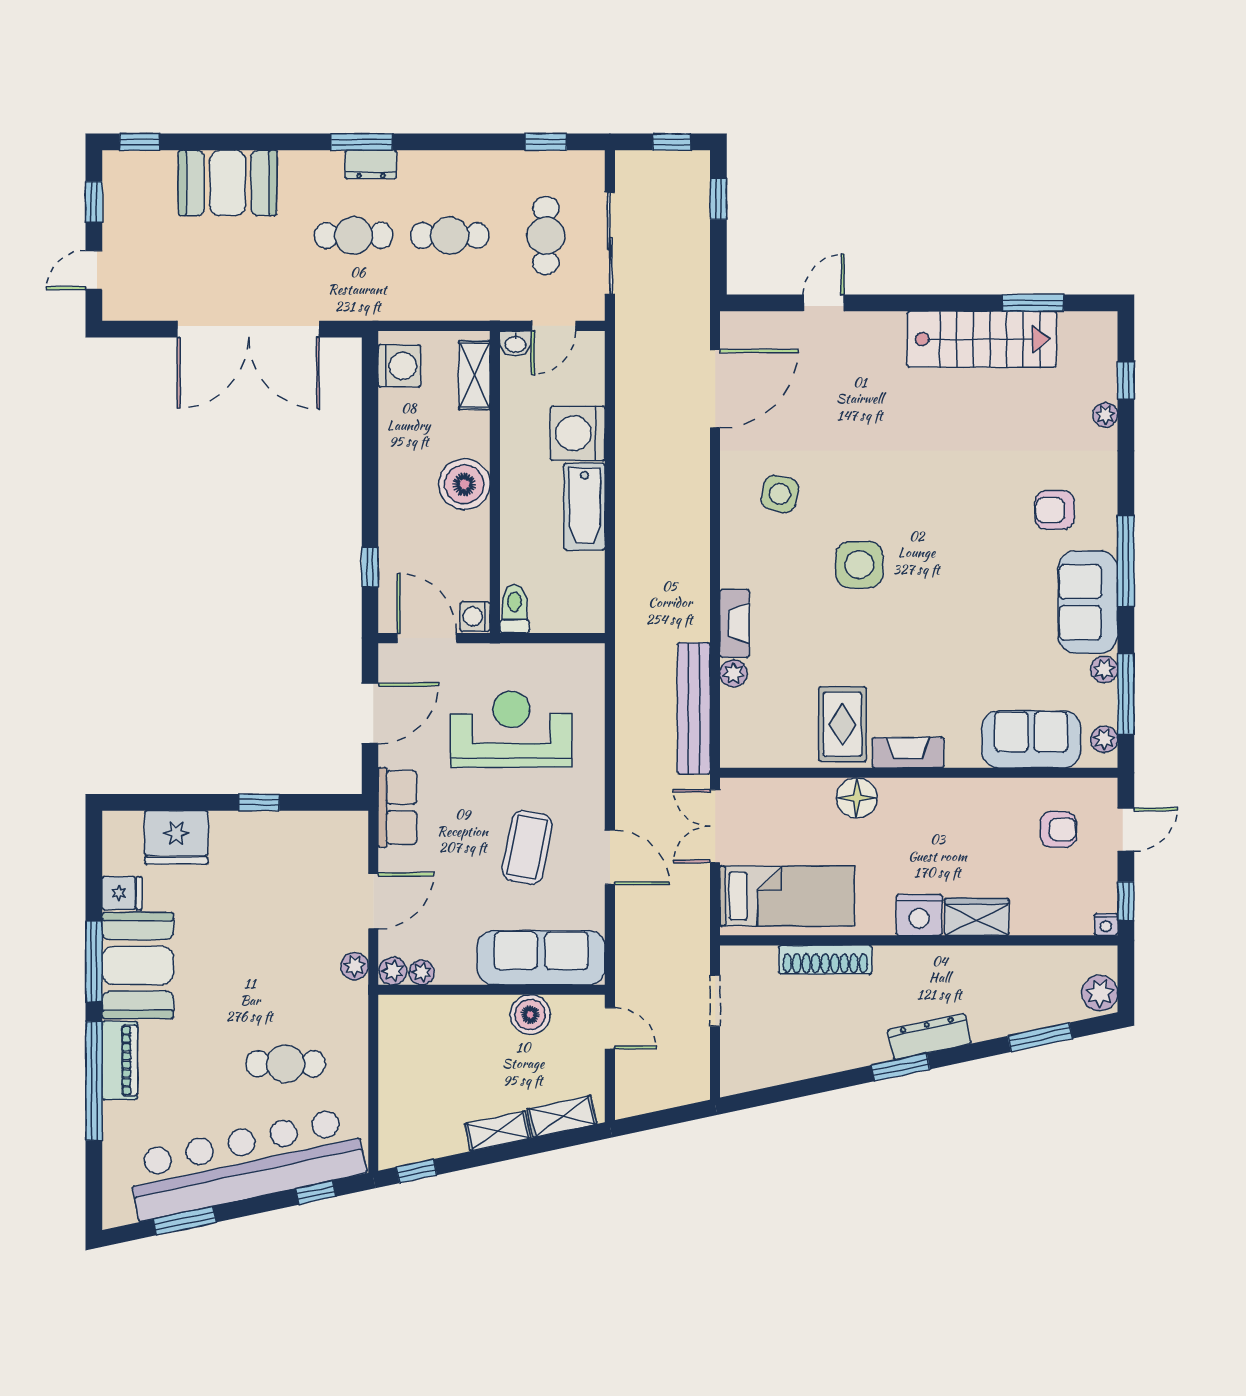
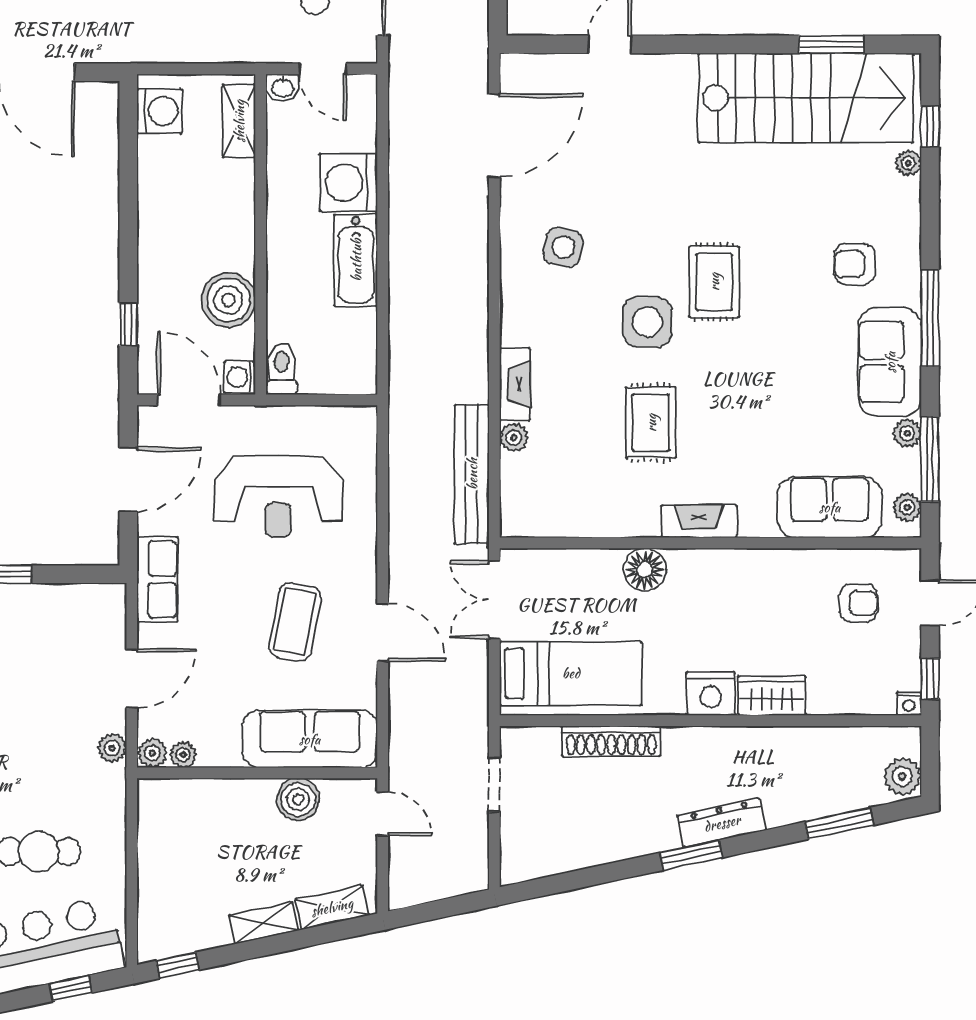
door: (554, 326) -> (323, 69), hinge flipped
stairs: (982, 339) -> (806, 98), width x1.36, depth x1.51
boiler: (464, 484) -> (228, 300), moved
rug: (922, 527) -> (714, 282), added
rug: (842, 724) -> (651, 423), moved
reception desk: (511, 729) -> (278, 497), turned 180

